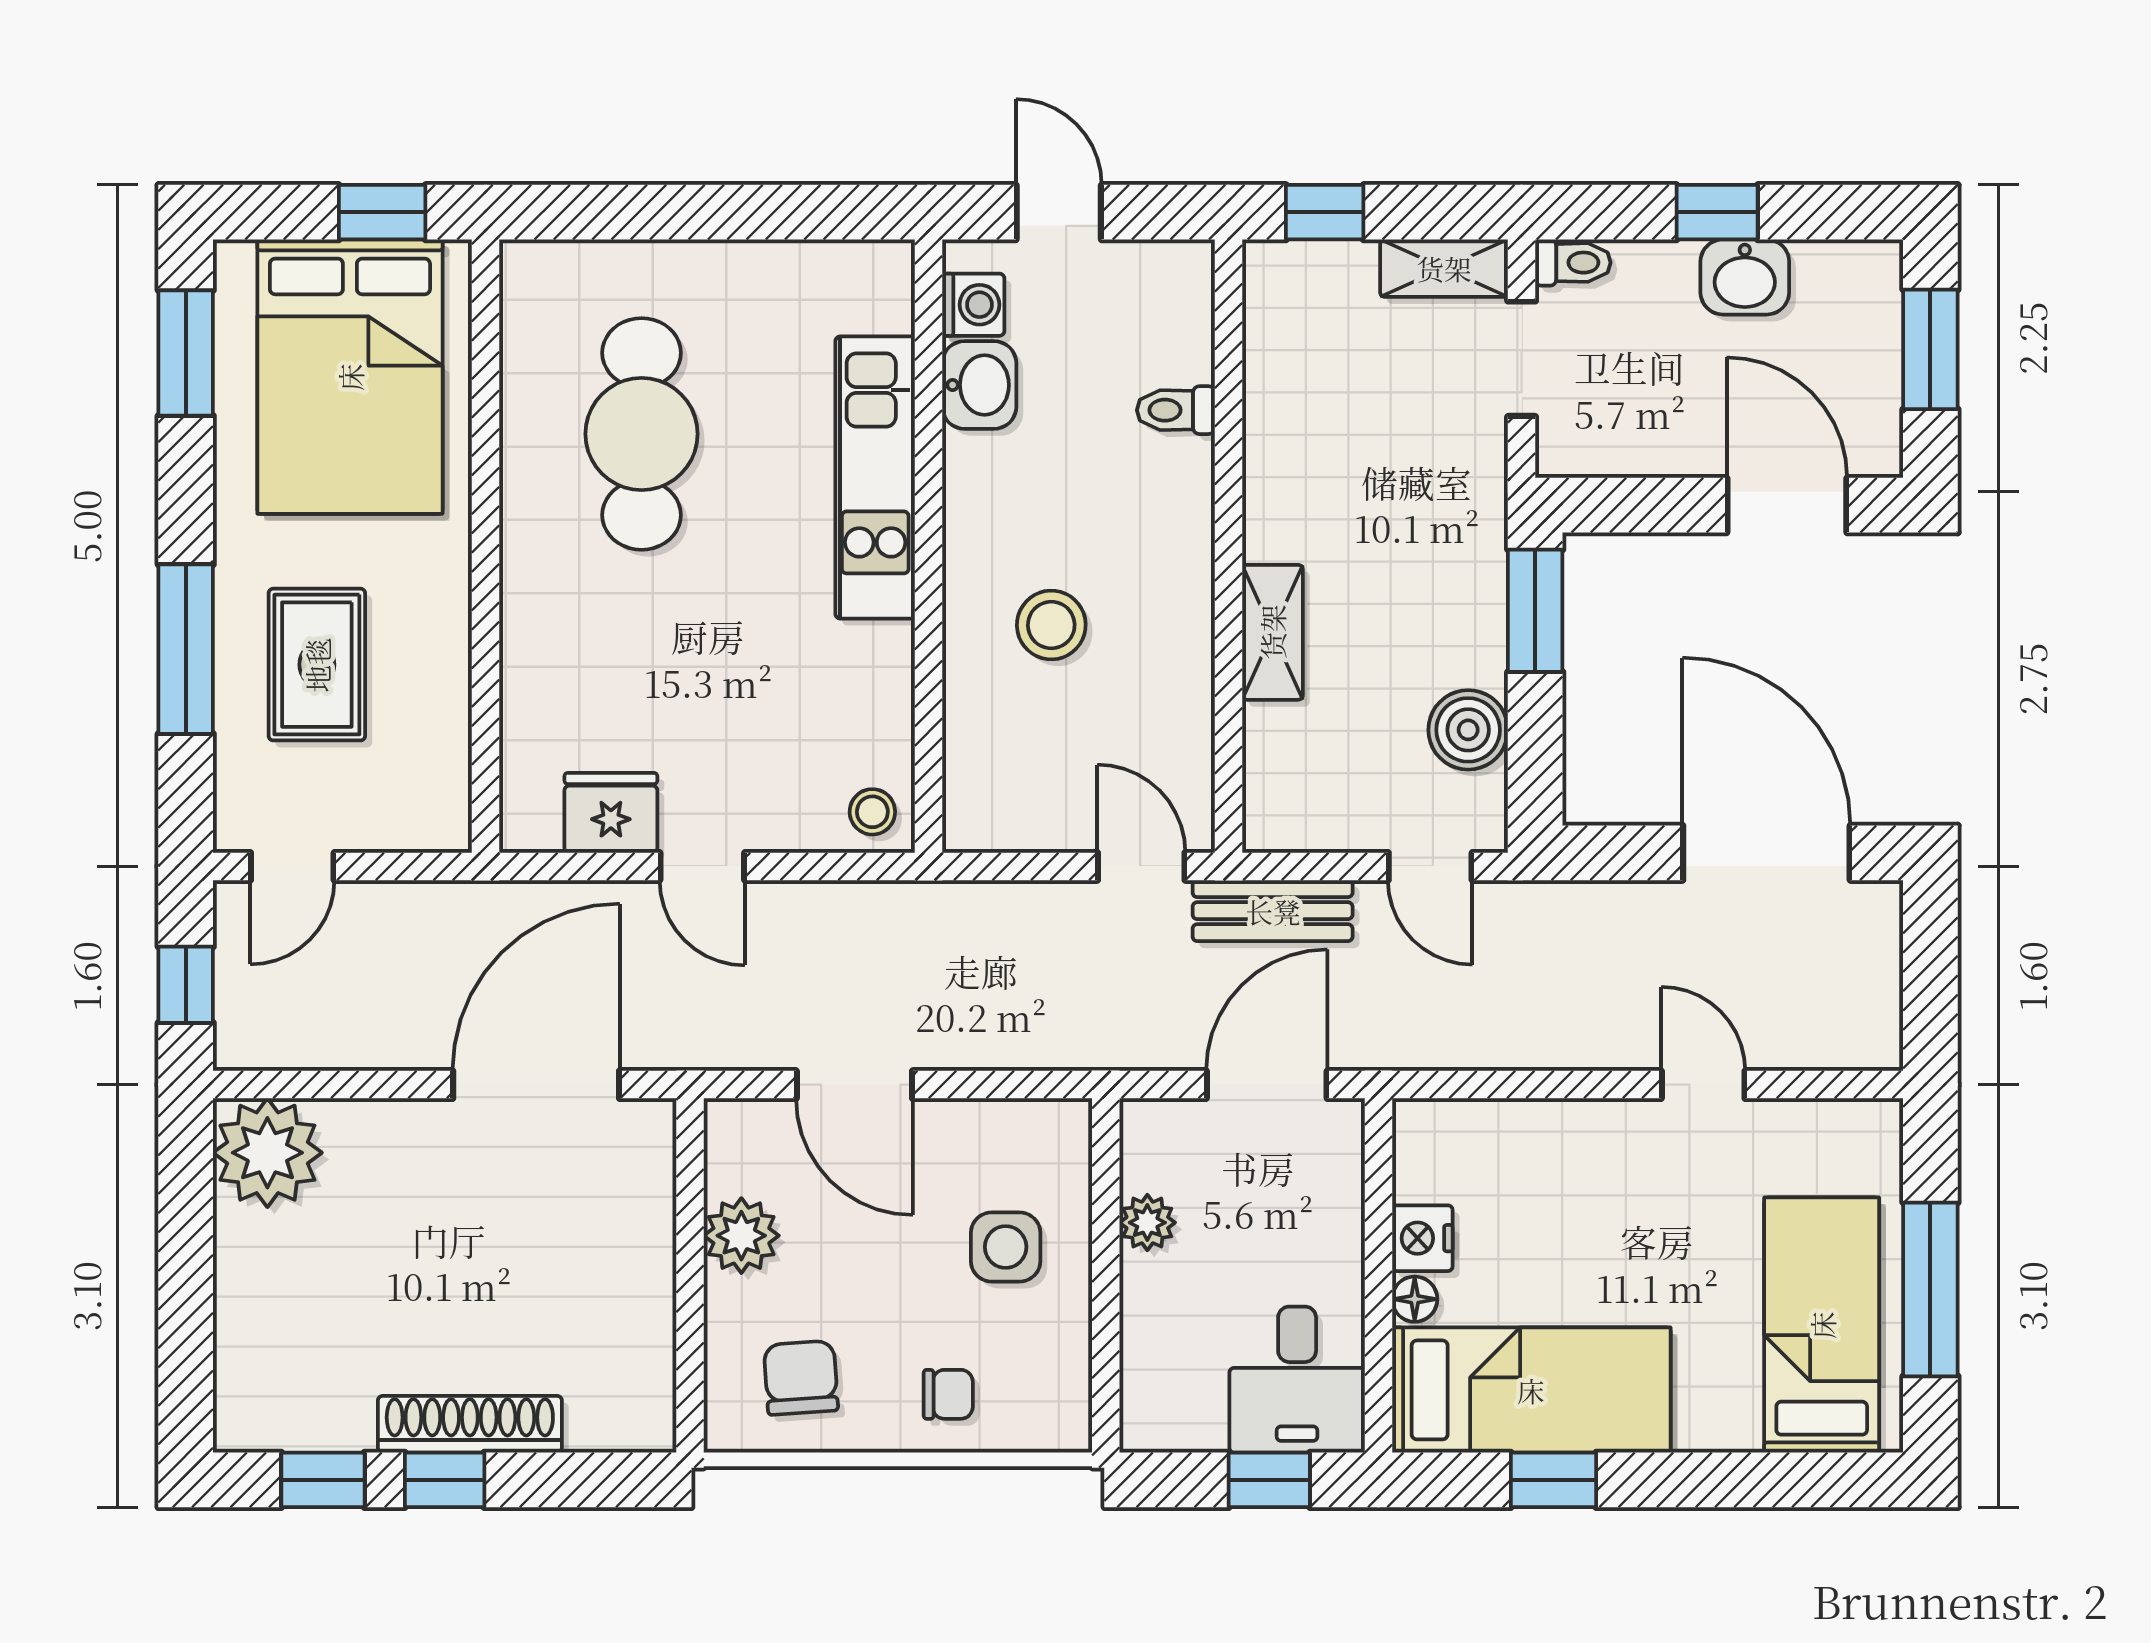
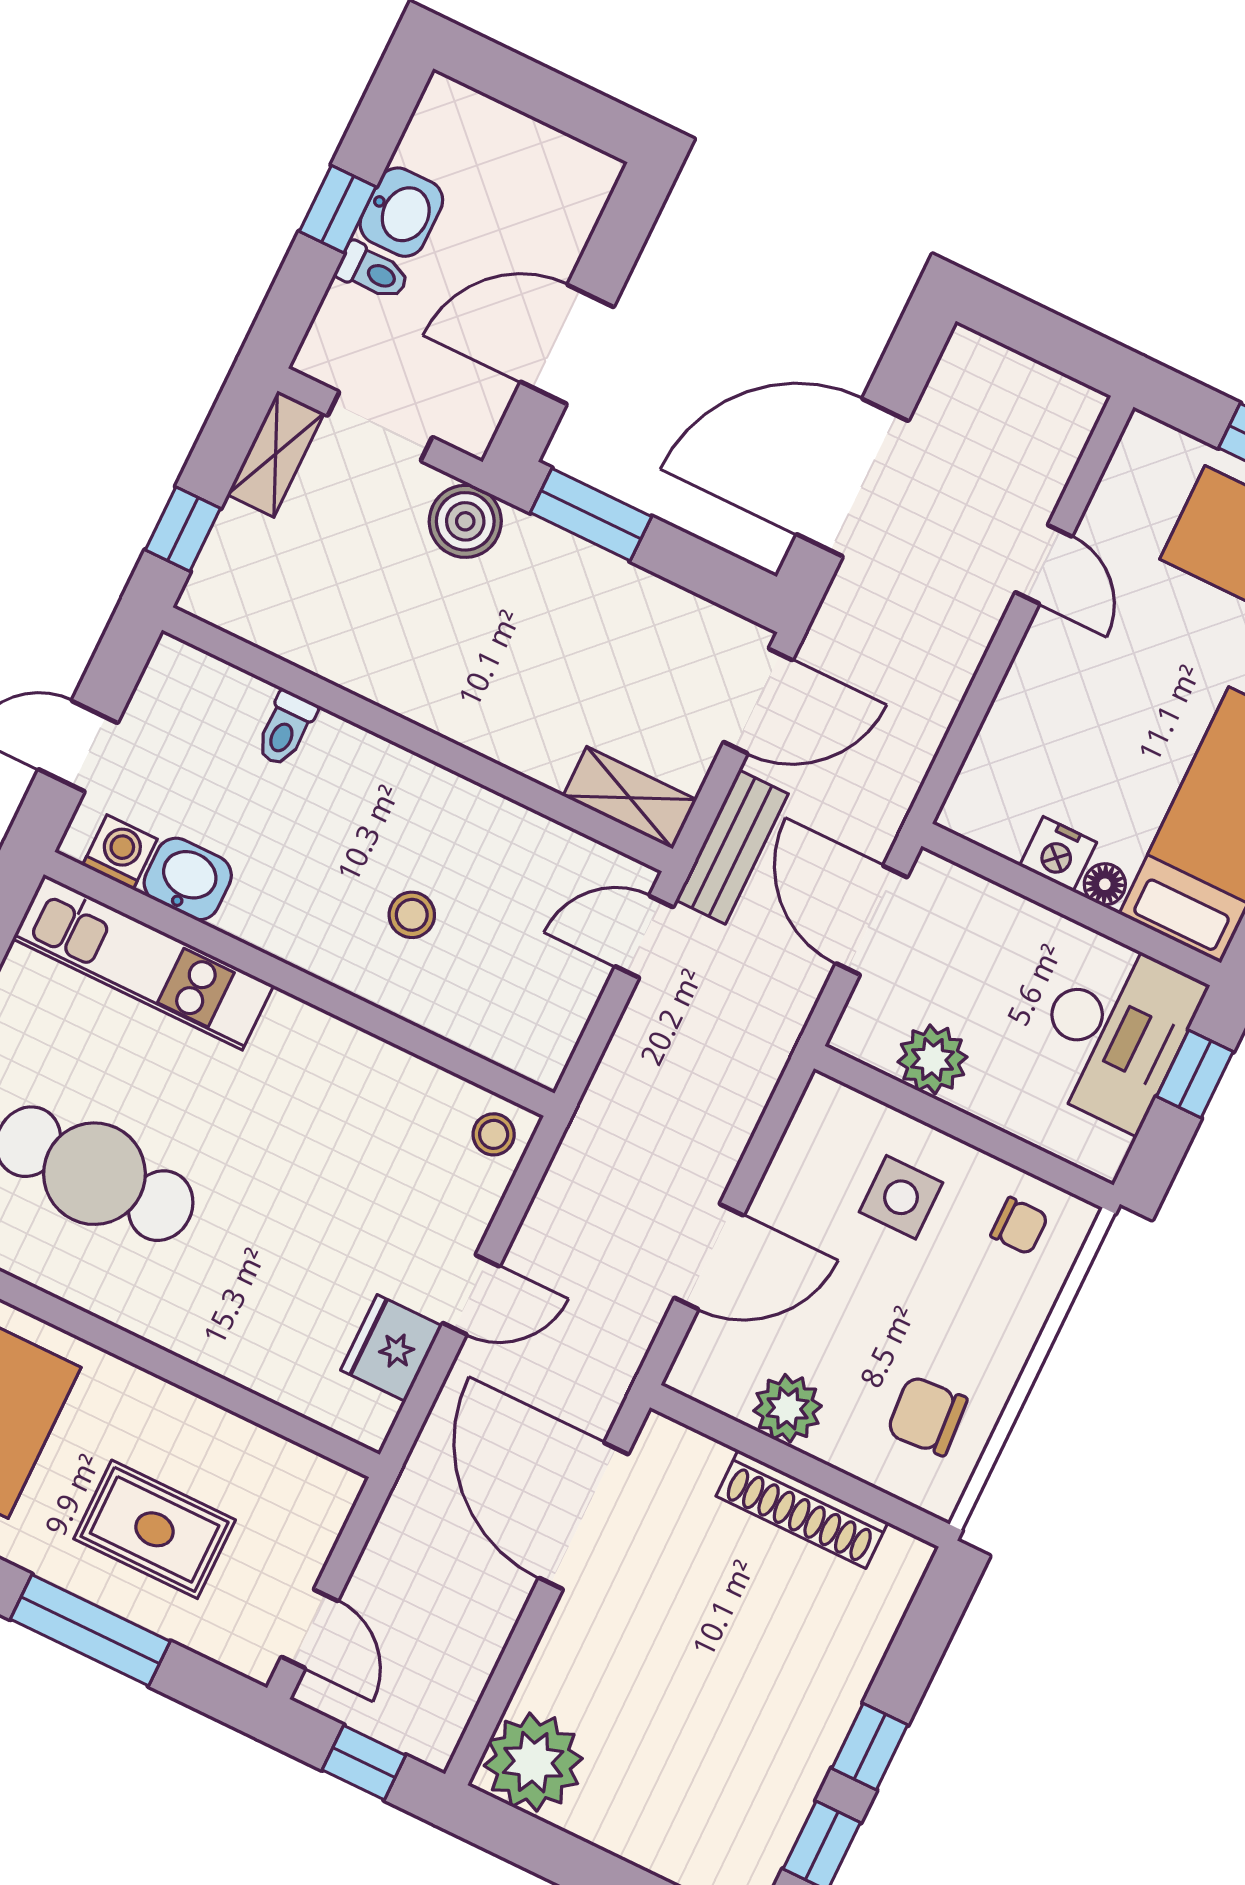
toilet: (1573, 263) -> (373, 272), moved, turned 90
window: (1930, 349) -> (534, 89), removed
kitchen unit: (875, 477) -> (143, 962), moved
door: (1787, 505) -> (567, 344), moved
stool: (1051, 625) -> (412, 915), width x0.73, depth x0.73
shelving: (1272, 632) -> (630, 798), moved
boiler: (1468, 730) -> (465, 521), moved
door: (1766, 853) -> (852, 478), moved
door: (1430, 866) -> (758, 701), width x1.38
door: (1703, 1085) -> (1044, 564), swing flipped
plant: (1147, 1223) -> (933, 1059), width x1.38, depth x1.38
desk: (1297, 1380) -> (1114, 1032), width x1.37
chair: (948, 1394) -> (1019, 1226), moved, turned 90
shoe rack: (470, 1424) -> (802, 1509), moved, turned -90

